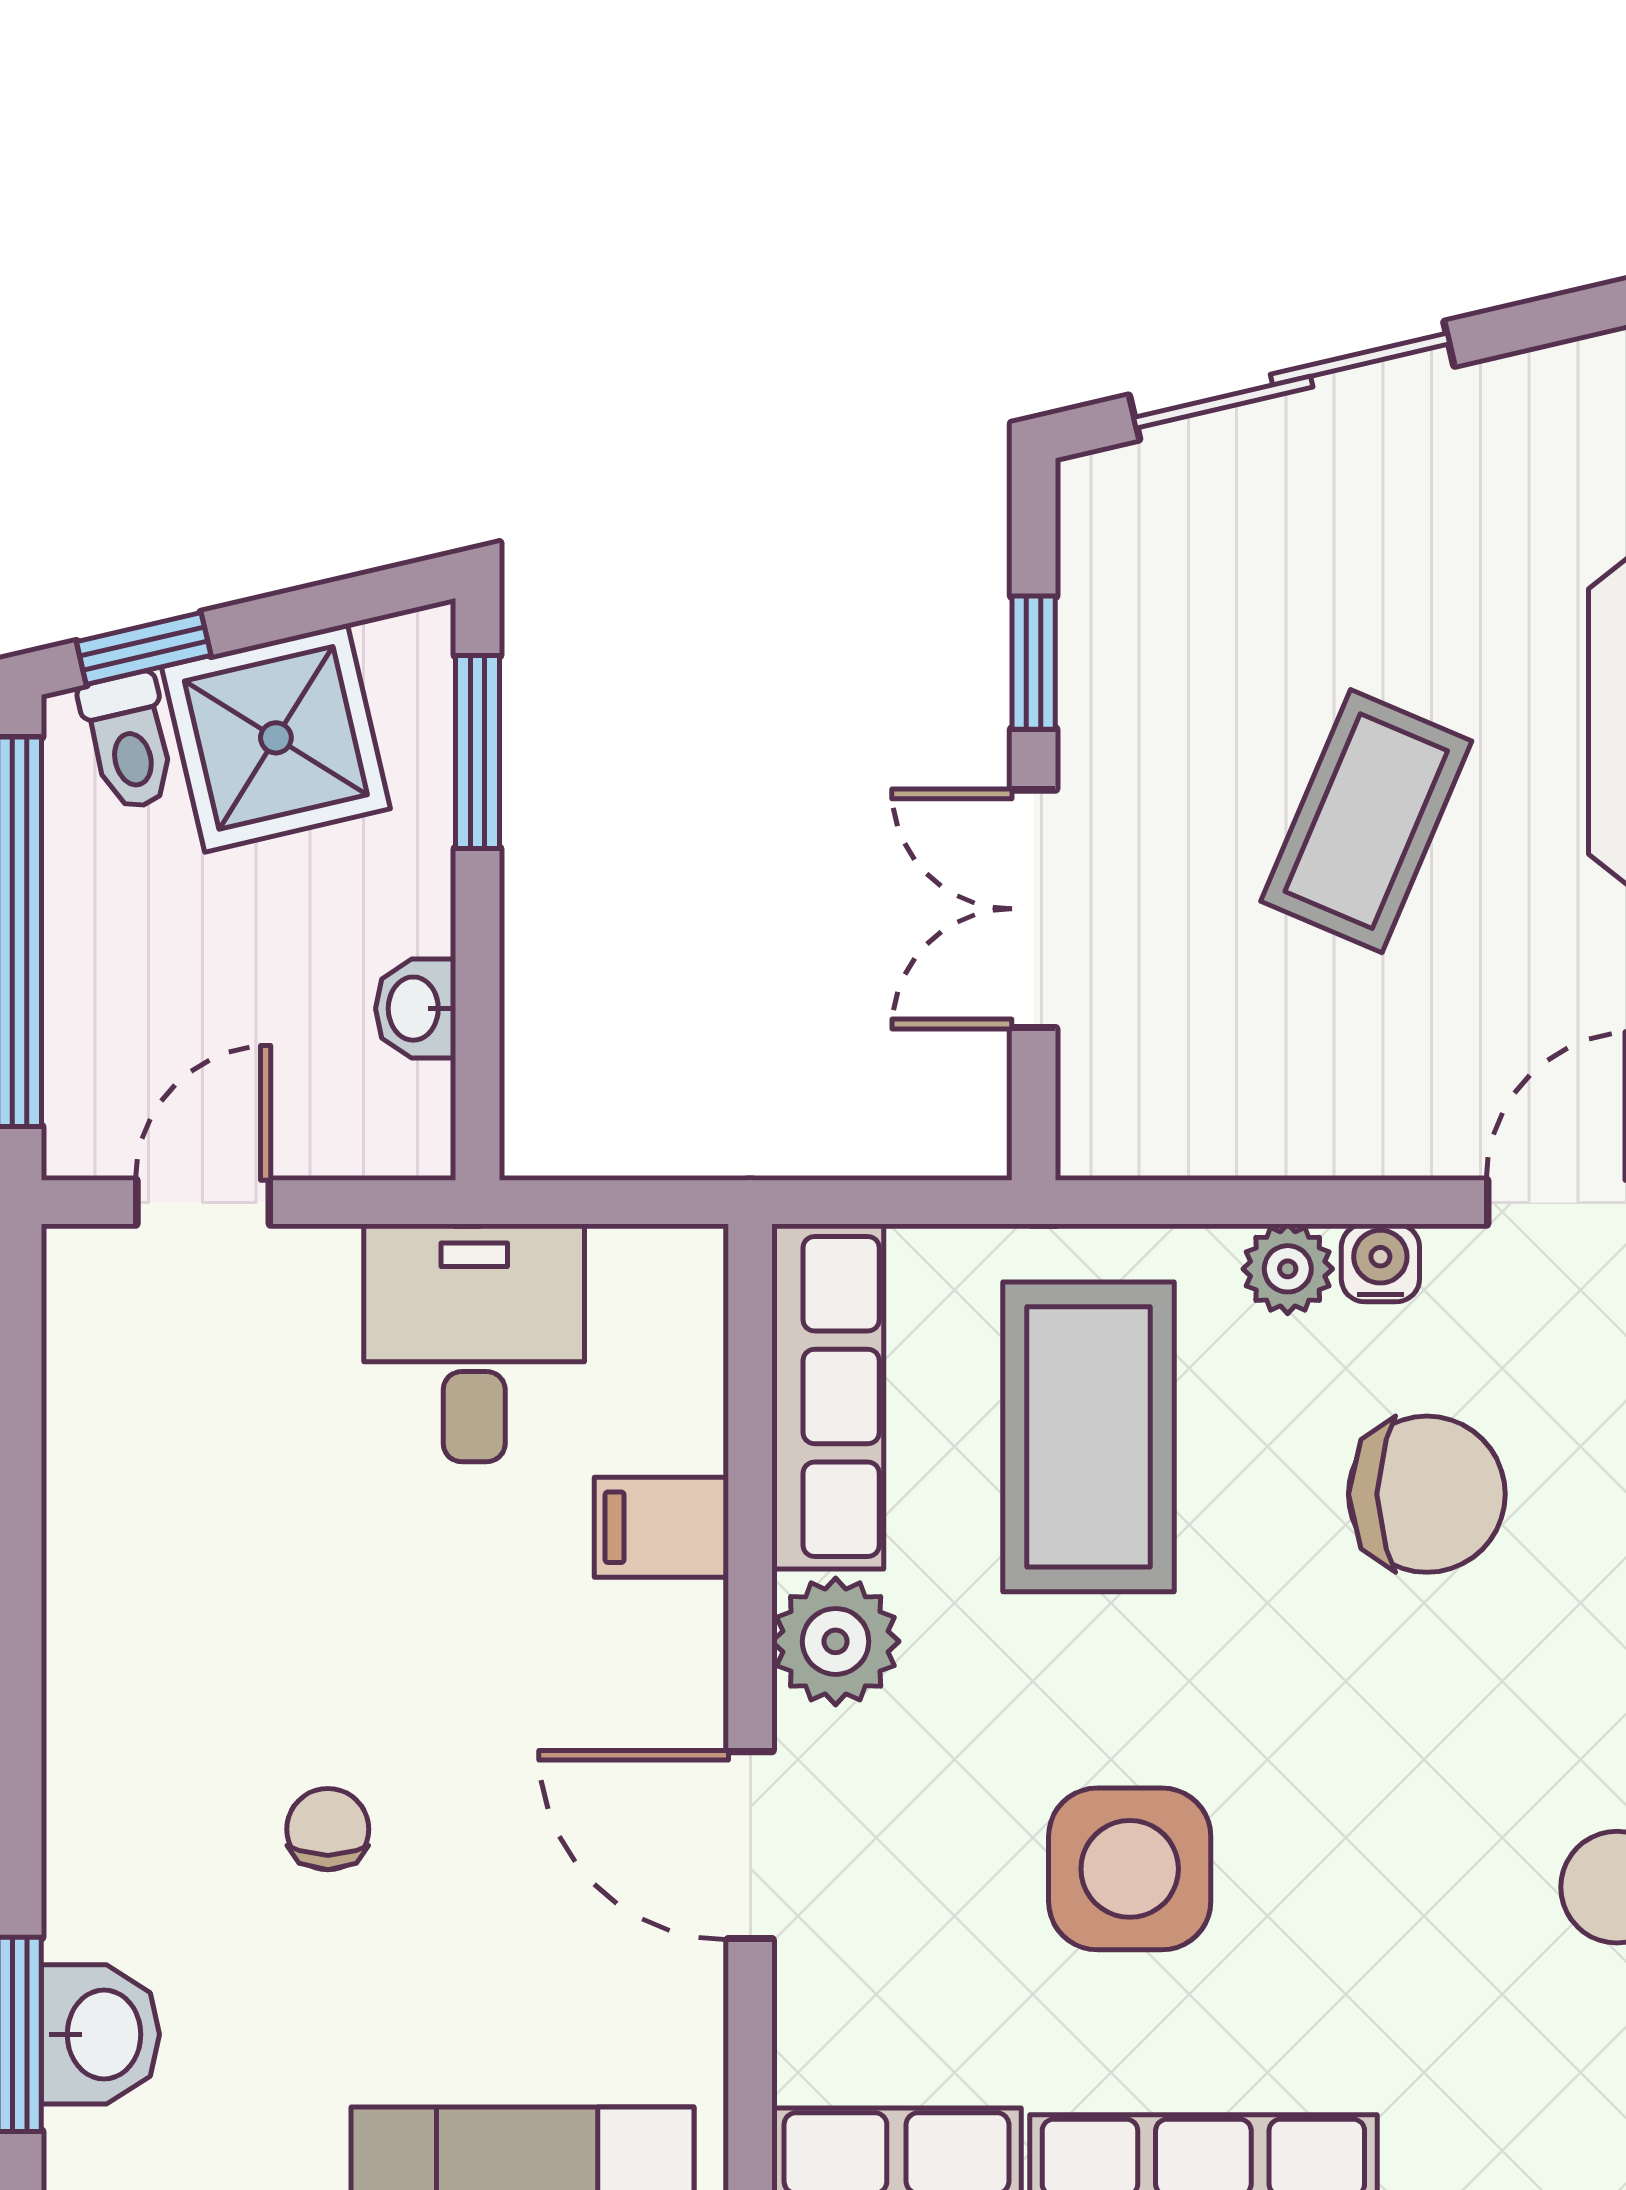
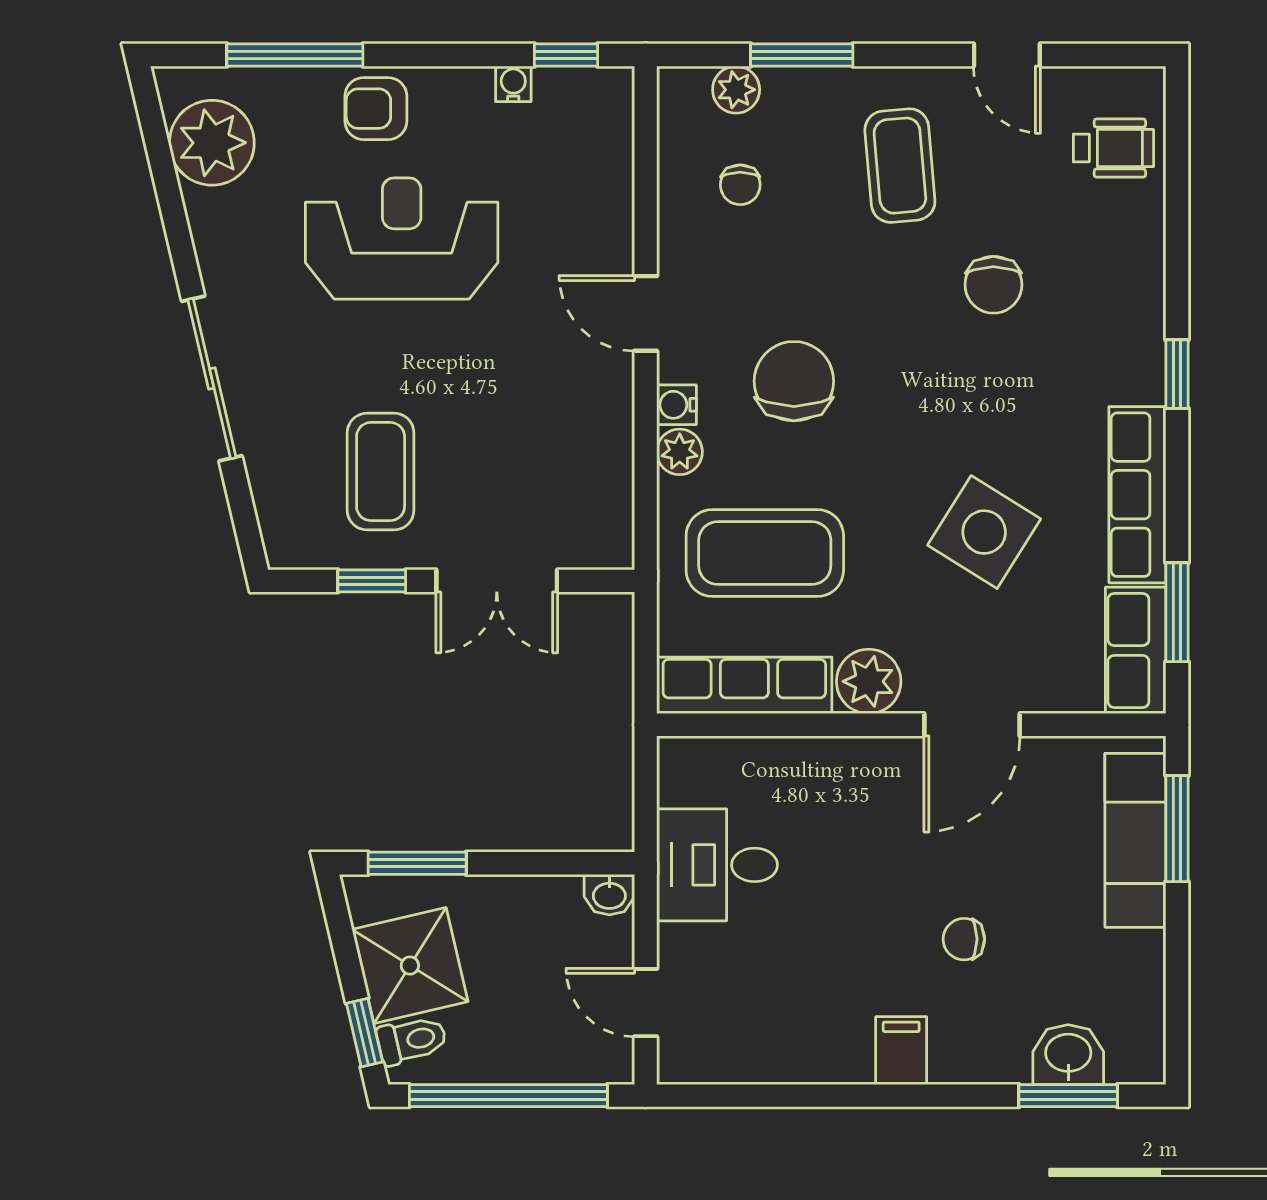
sliding door: (1292, 381) -> (212, 378), moved
coffee table: (1366, 821) -> (381, 472), moved, turned 67
washbasin: (416, 1009) -> (609, 895), moved
filing cabinet: (661, 1527) -> (901, 1051), moved, turned 180
side table: (1130, 1869) -> (984, 532), turned 32

